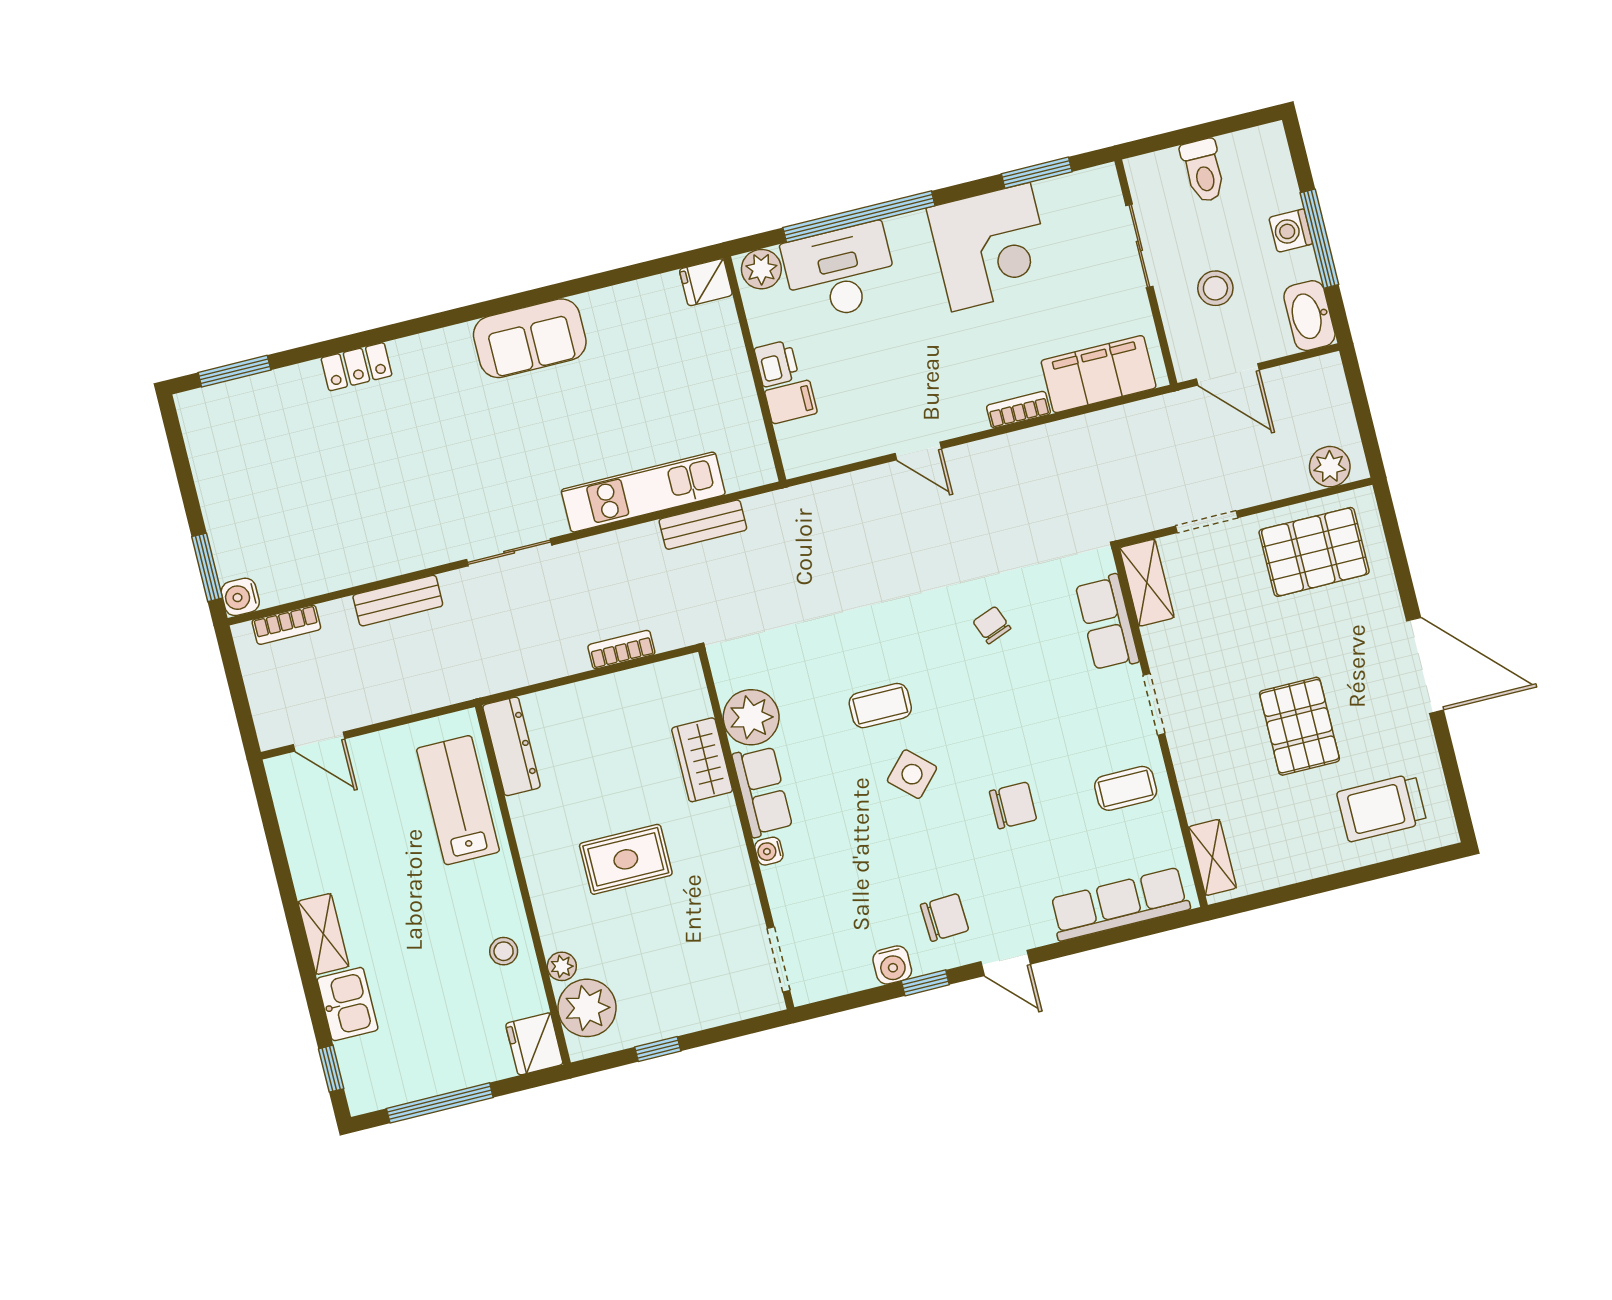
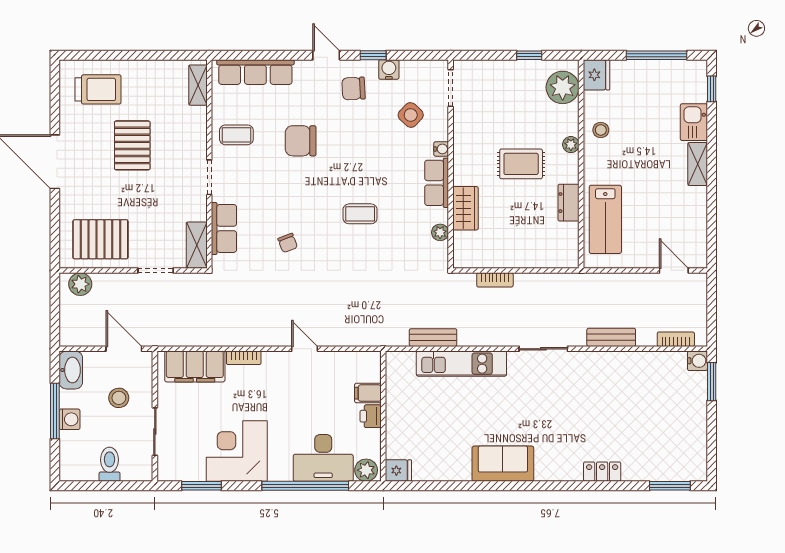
plant: (751, 717) -> (440, 232), width x0.53, depth x0.53
dresser: (511, 746) -> (569, 203), moved, width x0.70
side table: (912, 774) -> (411, 115), moved
chair: (1013, 805) -> (301, 141), width x1.37, depth x1.37
plant: (562, 966) -> (571, 145), moved

